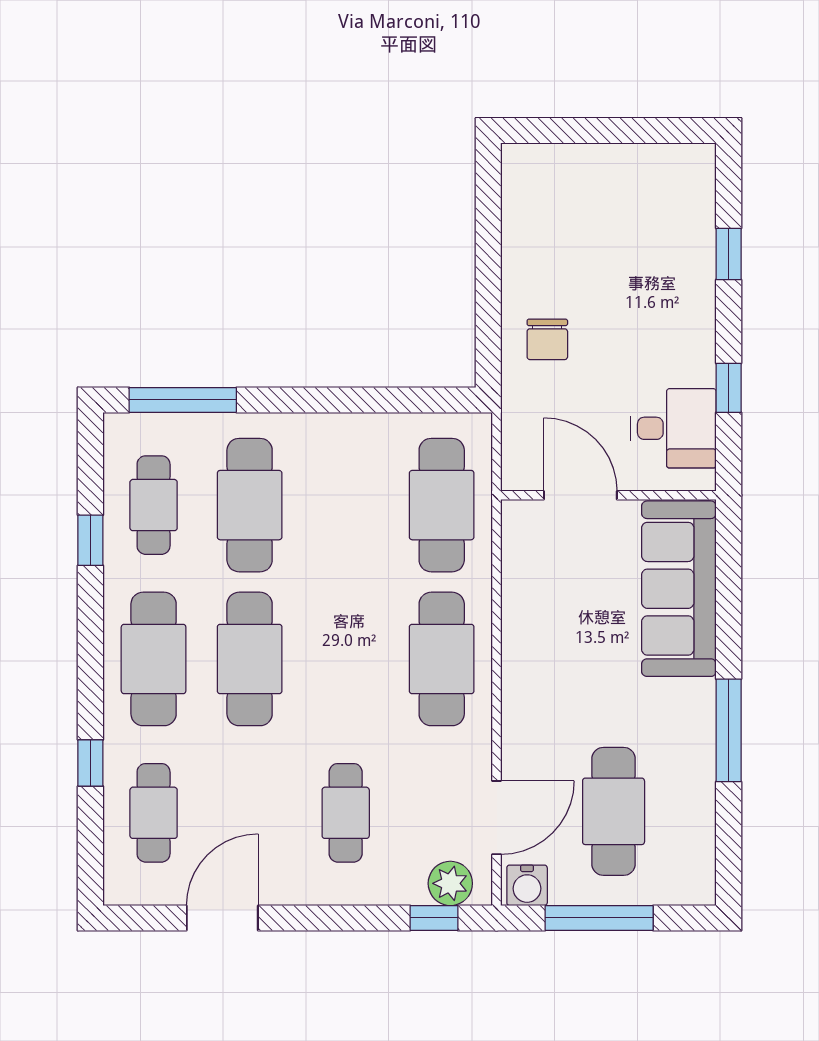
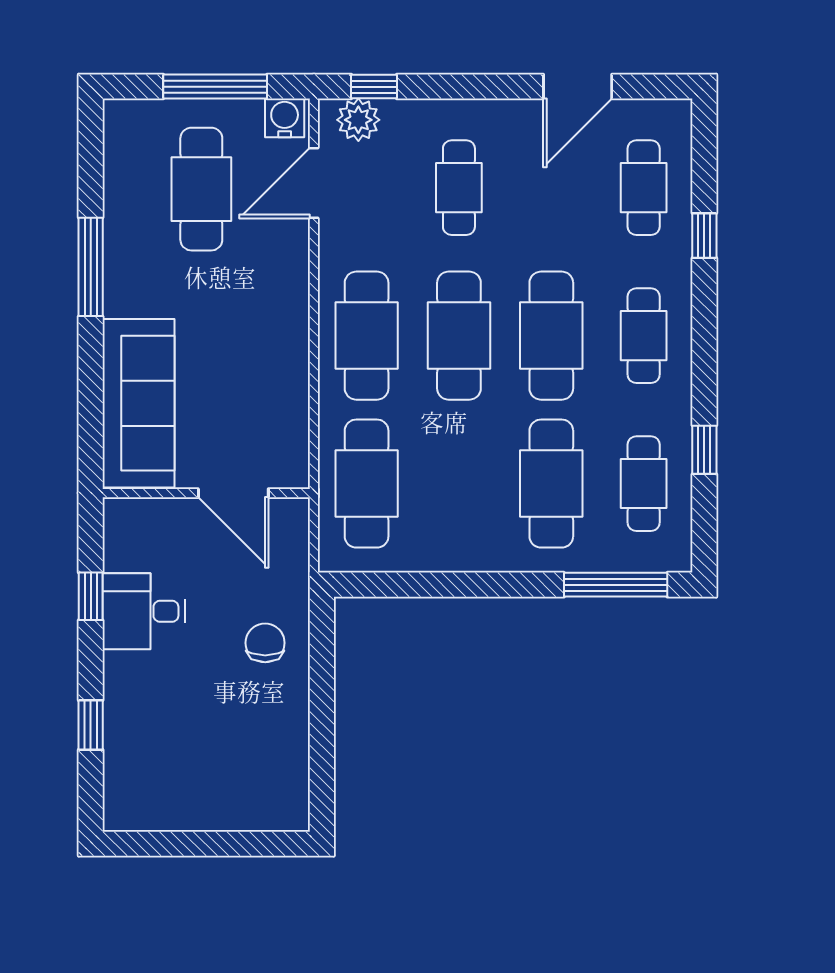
desk: (673, 428) -> (144, 611), moved
cafe table: (154, 659) -> (644, 336), width x0.73, depth x0.74
cafe table: (346, 659) -> (459, 336), added

